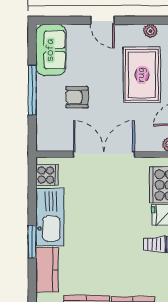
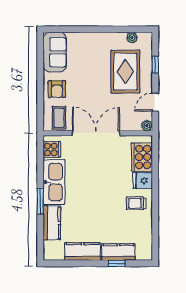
door: (103, 20) -> (95, 29), removed
window: (32, 90) -> (40, 83), removed
armchair: (77, 97) -> (57, 89), moved, turned -90
coffee table: (56, 134) -> (59, 118), added

